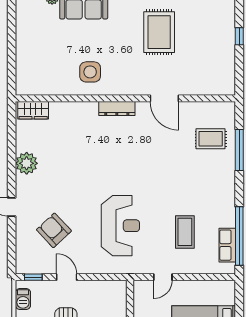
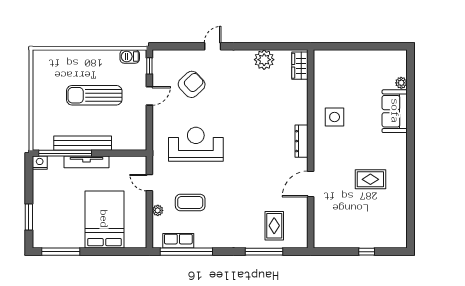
rug: (159, 32) -> (370, 179), width x0.73, depth x0.70
plant: (27, 163) -> (264, 60), moved
reception desk: (120, 226) -> (196, 144), turned 180
plant: (194, 268) -> (158, 210), added

